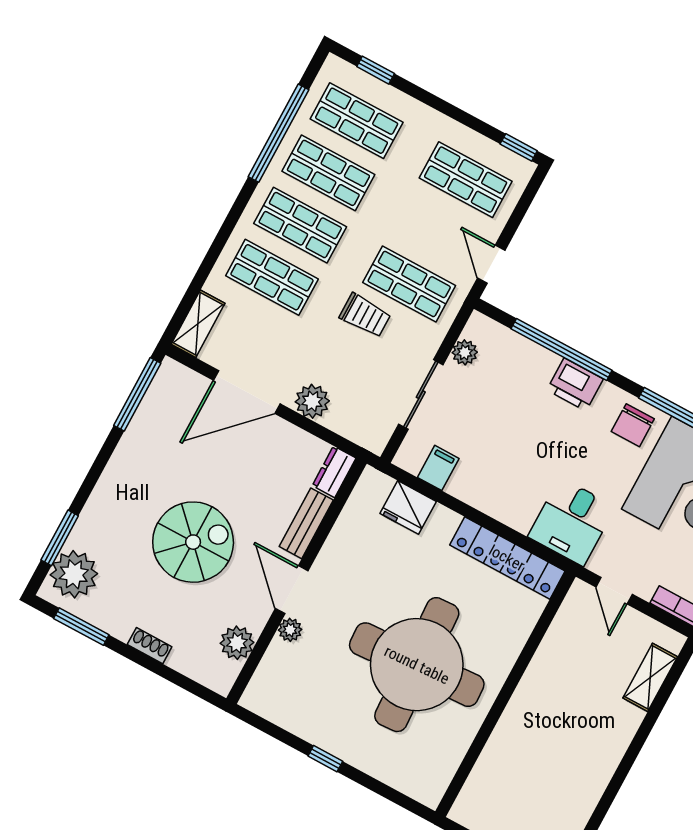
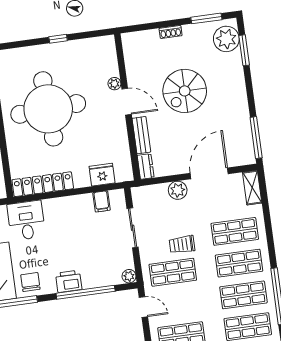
plant: (465, 352) -> (129, 276), moved
plant: (237, 643) -> (133, 61), removed

